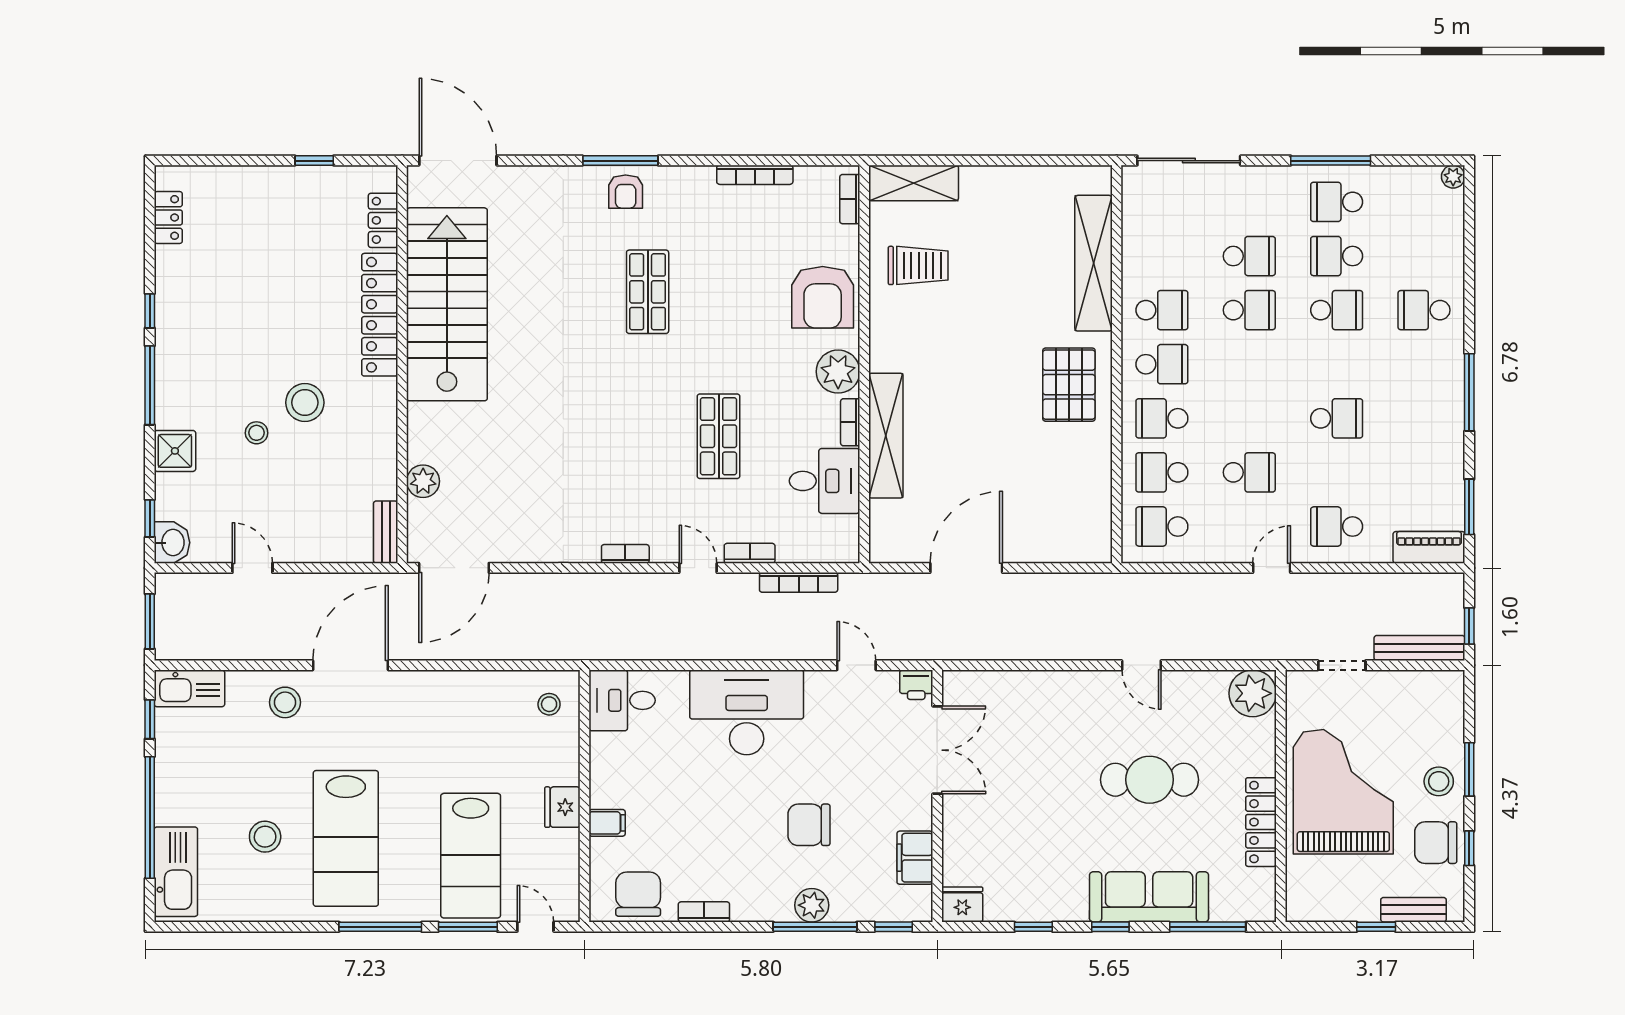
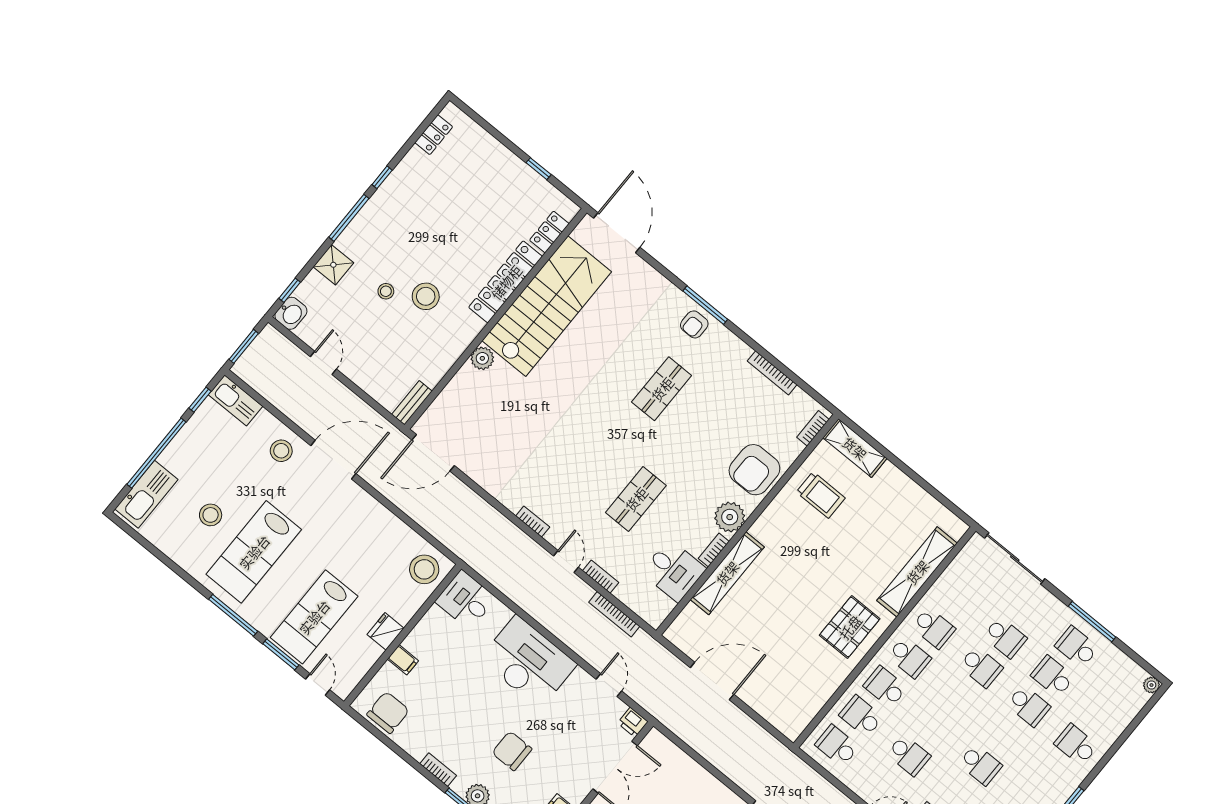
plant: (423, 481) -> (482, 358), moved
stool: (549, 704) -> (424, 569), width x1.89, depth x1.89
bookcase: (704, 912) -> (438, 770), moved

